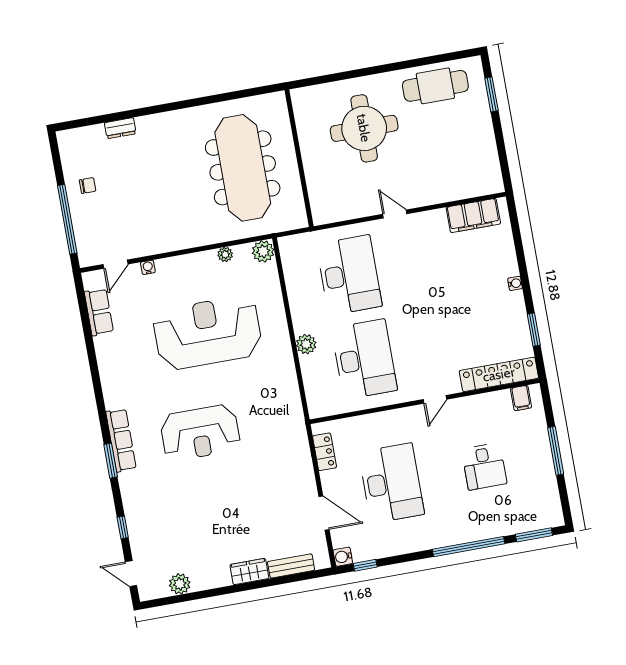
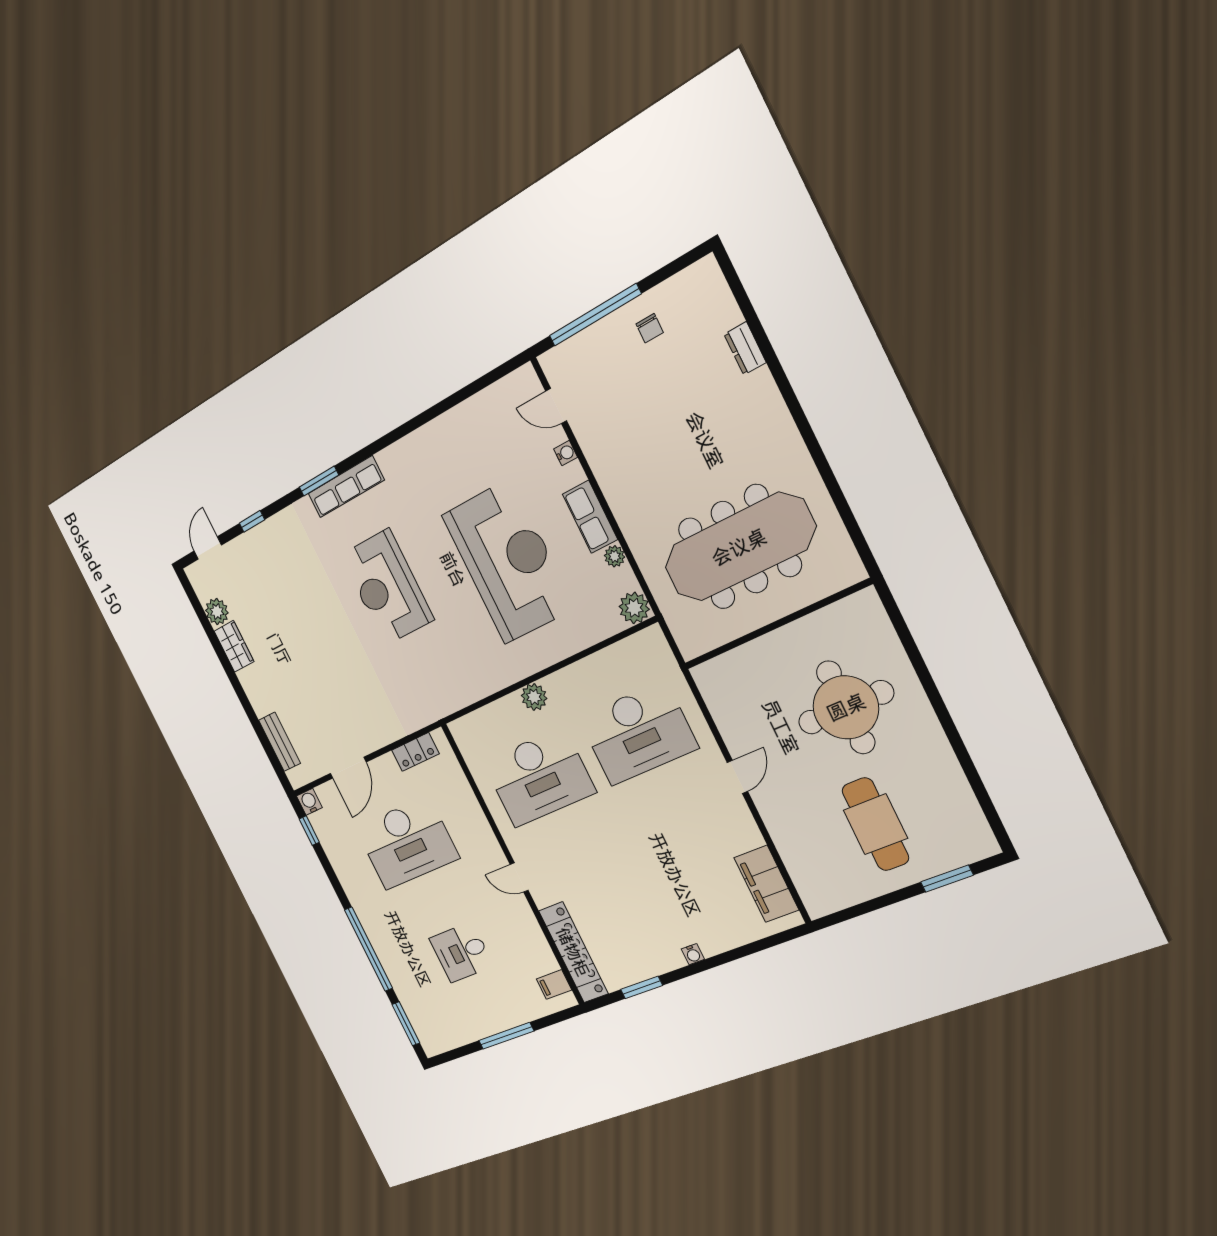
cafe table: (435, 86) -> (875, 824), moved
row of seats: (99, 312) -> (590, 517), moved, turned 90
wardrobe: (249, 572) -> (234, 646), moved

